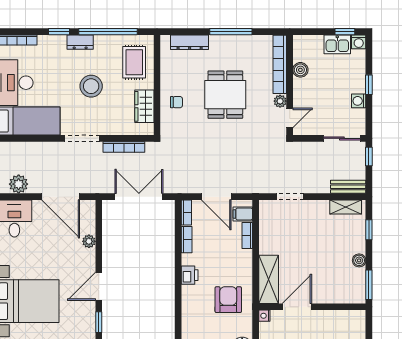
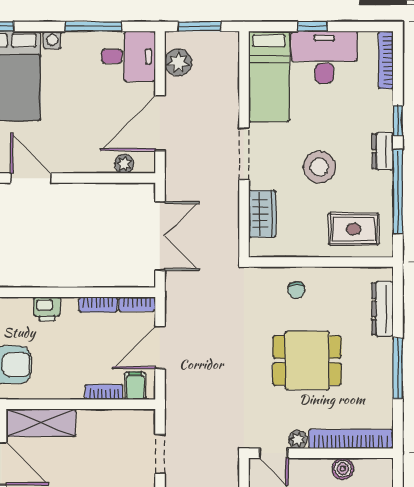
wardrobe: (144, 106) -> (262, 214), moved, turned 90
bookcase: (124, 147) -> (232, 214), removed
plant: (89, 241) -> (124, 164), moved

